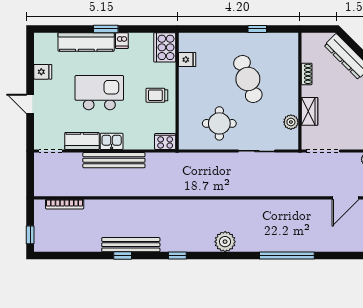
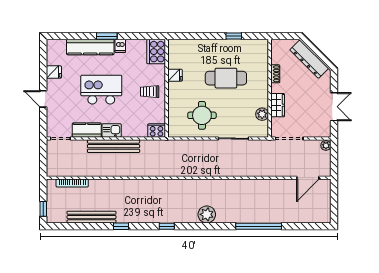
fridge: (187, 60) -> (175, 75), moved
cafe table: (248, 79) -> (226, 78), turned -70
bench: (131, 245) -> (91, 217), moved

